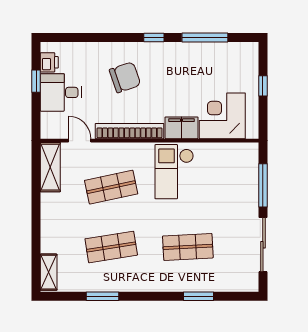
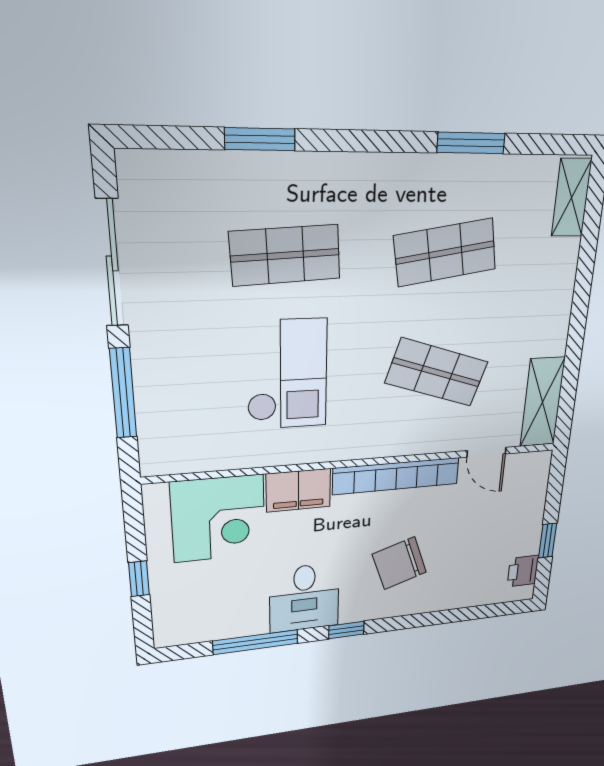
desk: (61, 92) -> (304, 598), moved, turned 90
checkout: (174, 172) -> (287, 375), moved
shop shelf: (111, 187) -> (437, 372), turned 30

